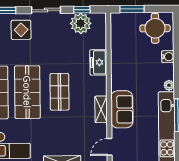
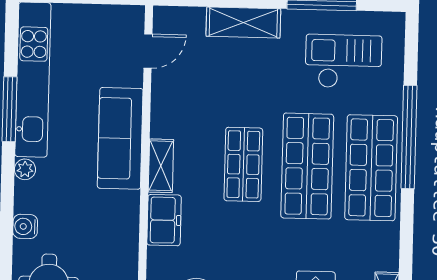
shelving: (101, 109) -> (161, 166), moved
sofa: (122, 109) -> (120, 138), width x1.36

